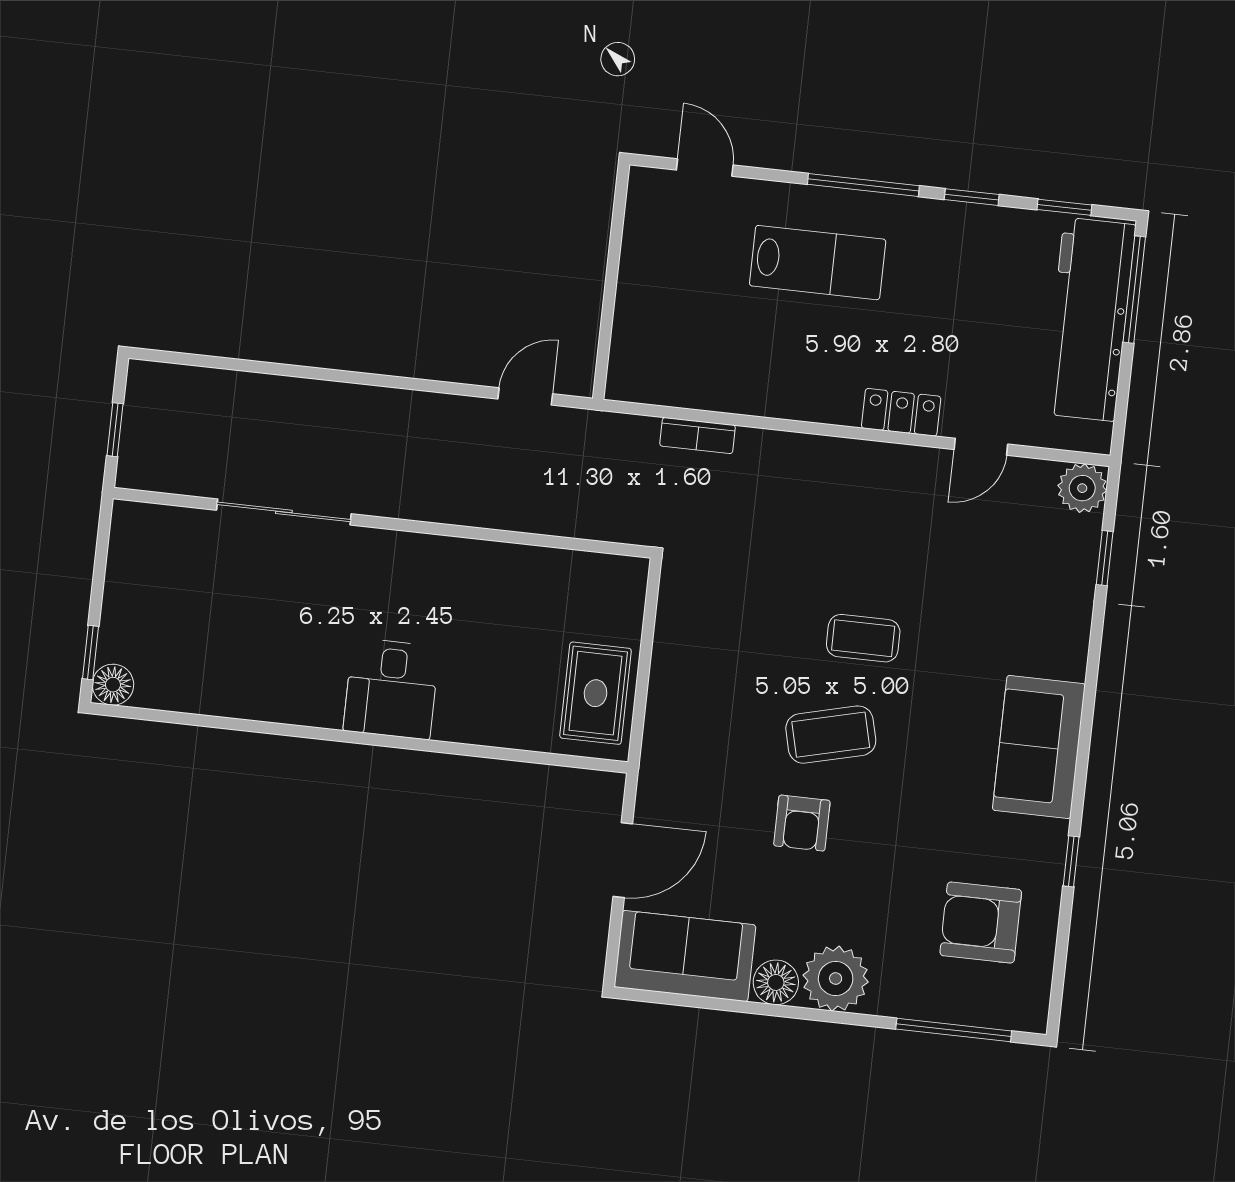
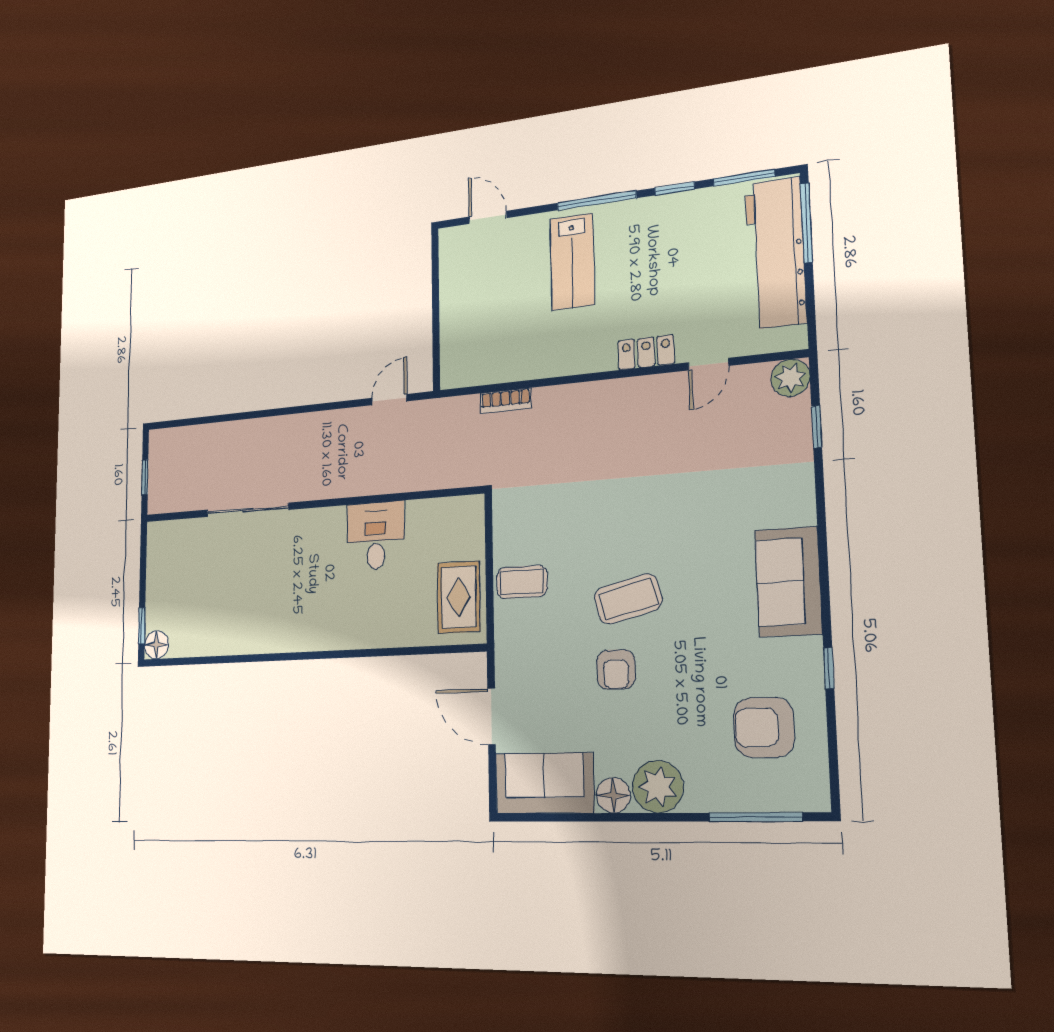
window: (1064, 207) -> (744, 178), width x1.50
lab bench: (818, 263) -> (572, 262), turned 90
coffee table: (863, 638) -> (522, 582), moved
desk: (391, 689) -> (376, 536), moved, turned 180
door: (623, 860) -> (492, 717), swing flipped

